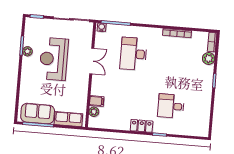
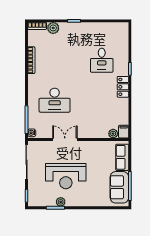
filing cabinet: (97, 101) -> (124, 132), moved

